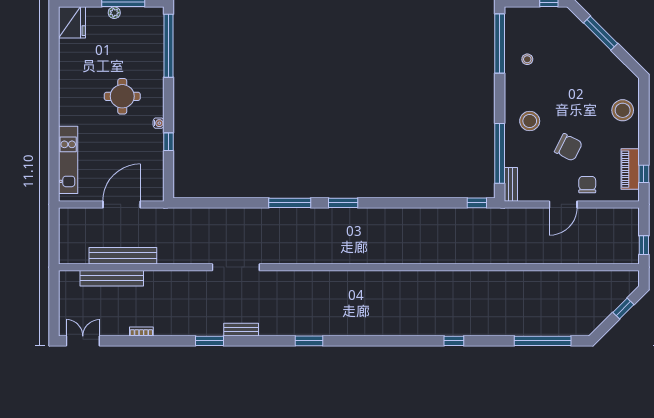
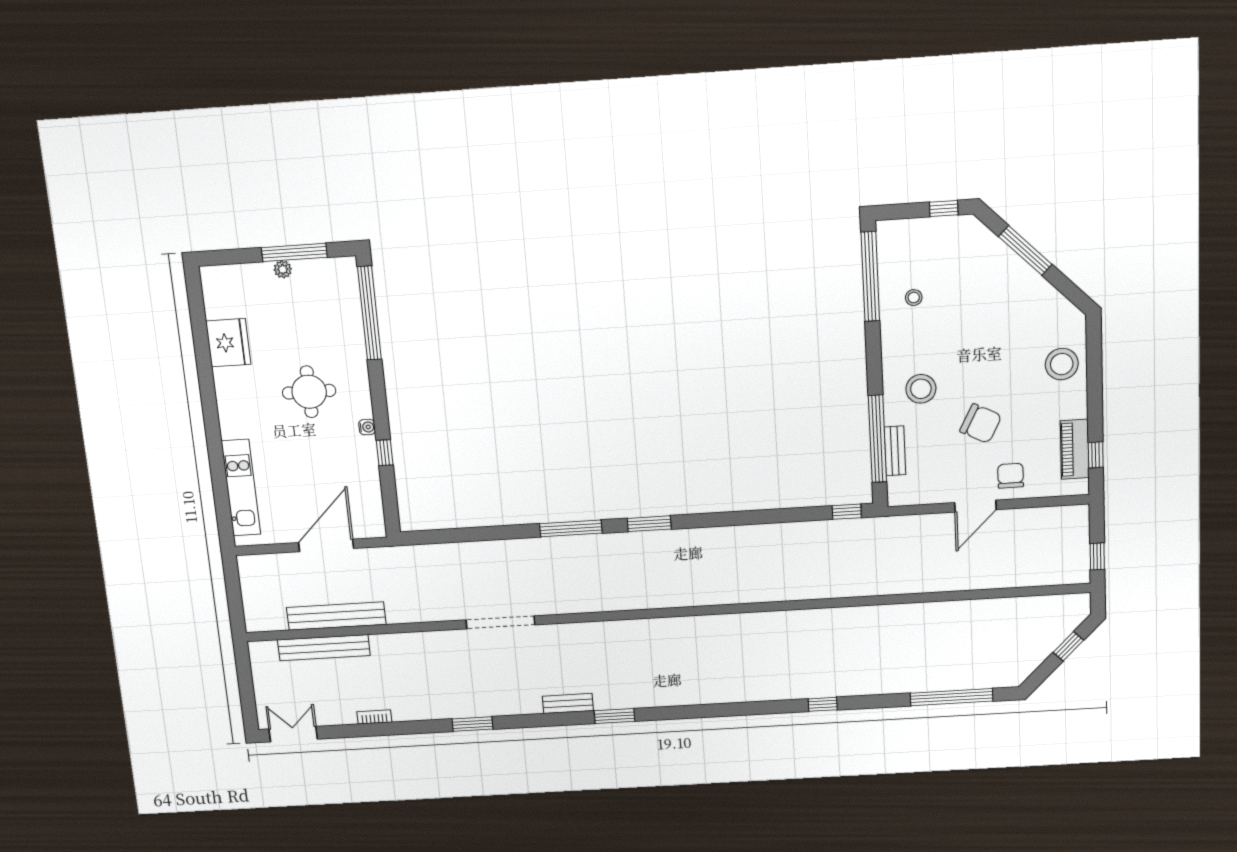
fridge: (72, 22) -> (228, 343), moved
bench: (511, 184) -> (895, 451), moved
bench: (241, 330) -> (568, 703), moved

